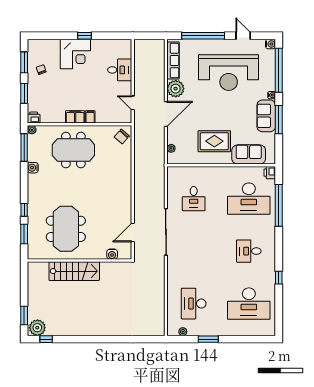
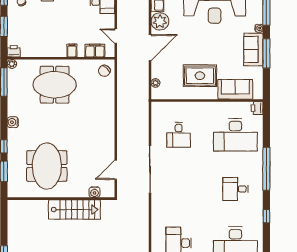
filing cabinet: (75, 117) -> (95, 51), moved
water cooler: (33, 168) -> (13, 122), moved
window: (279, 205) -> (266, 169), moved
stairs: (74, 271) -> (74, 210), moved

